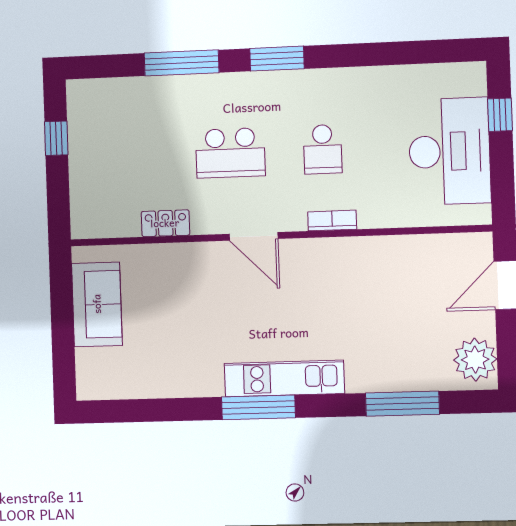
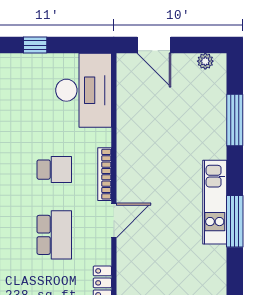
desk: (449, 151) -> (84, 90), moved, turned 90
bookcase: (332, 220) -> (105, 174), width x1.56
plant: (475, 360) -> (205, 61), width x0.53, depth x0.53

